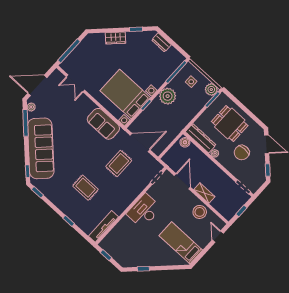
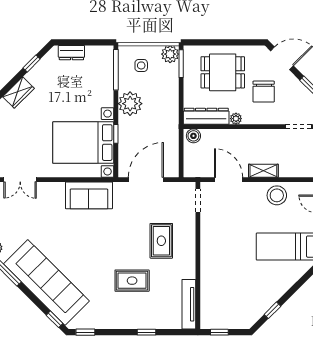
rug: (119, 163) -> (161, 241), moved
desk: (144, 211) -> (217, 248), removed

